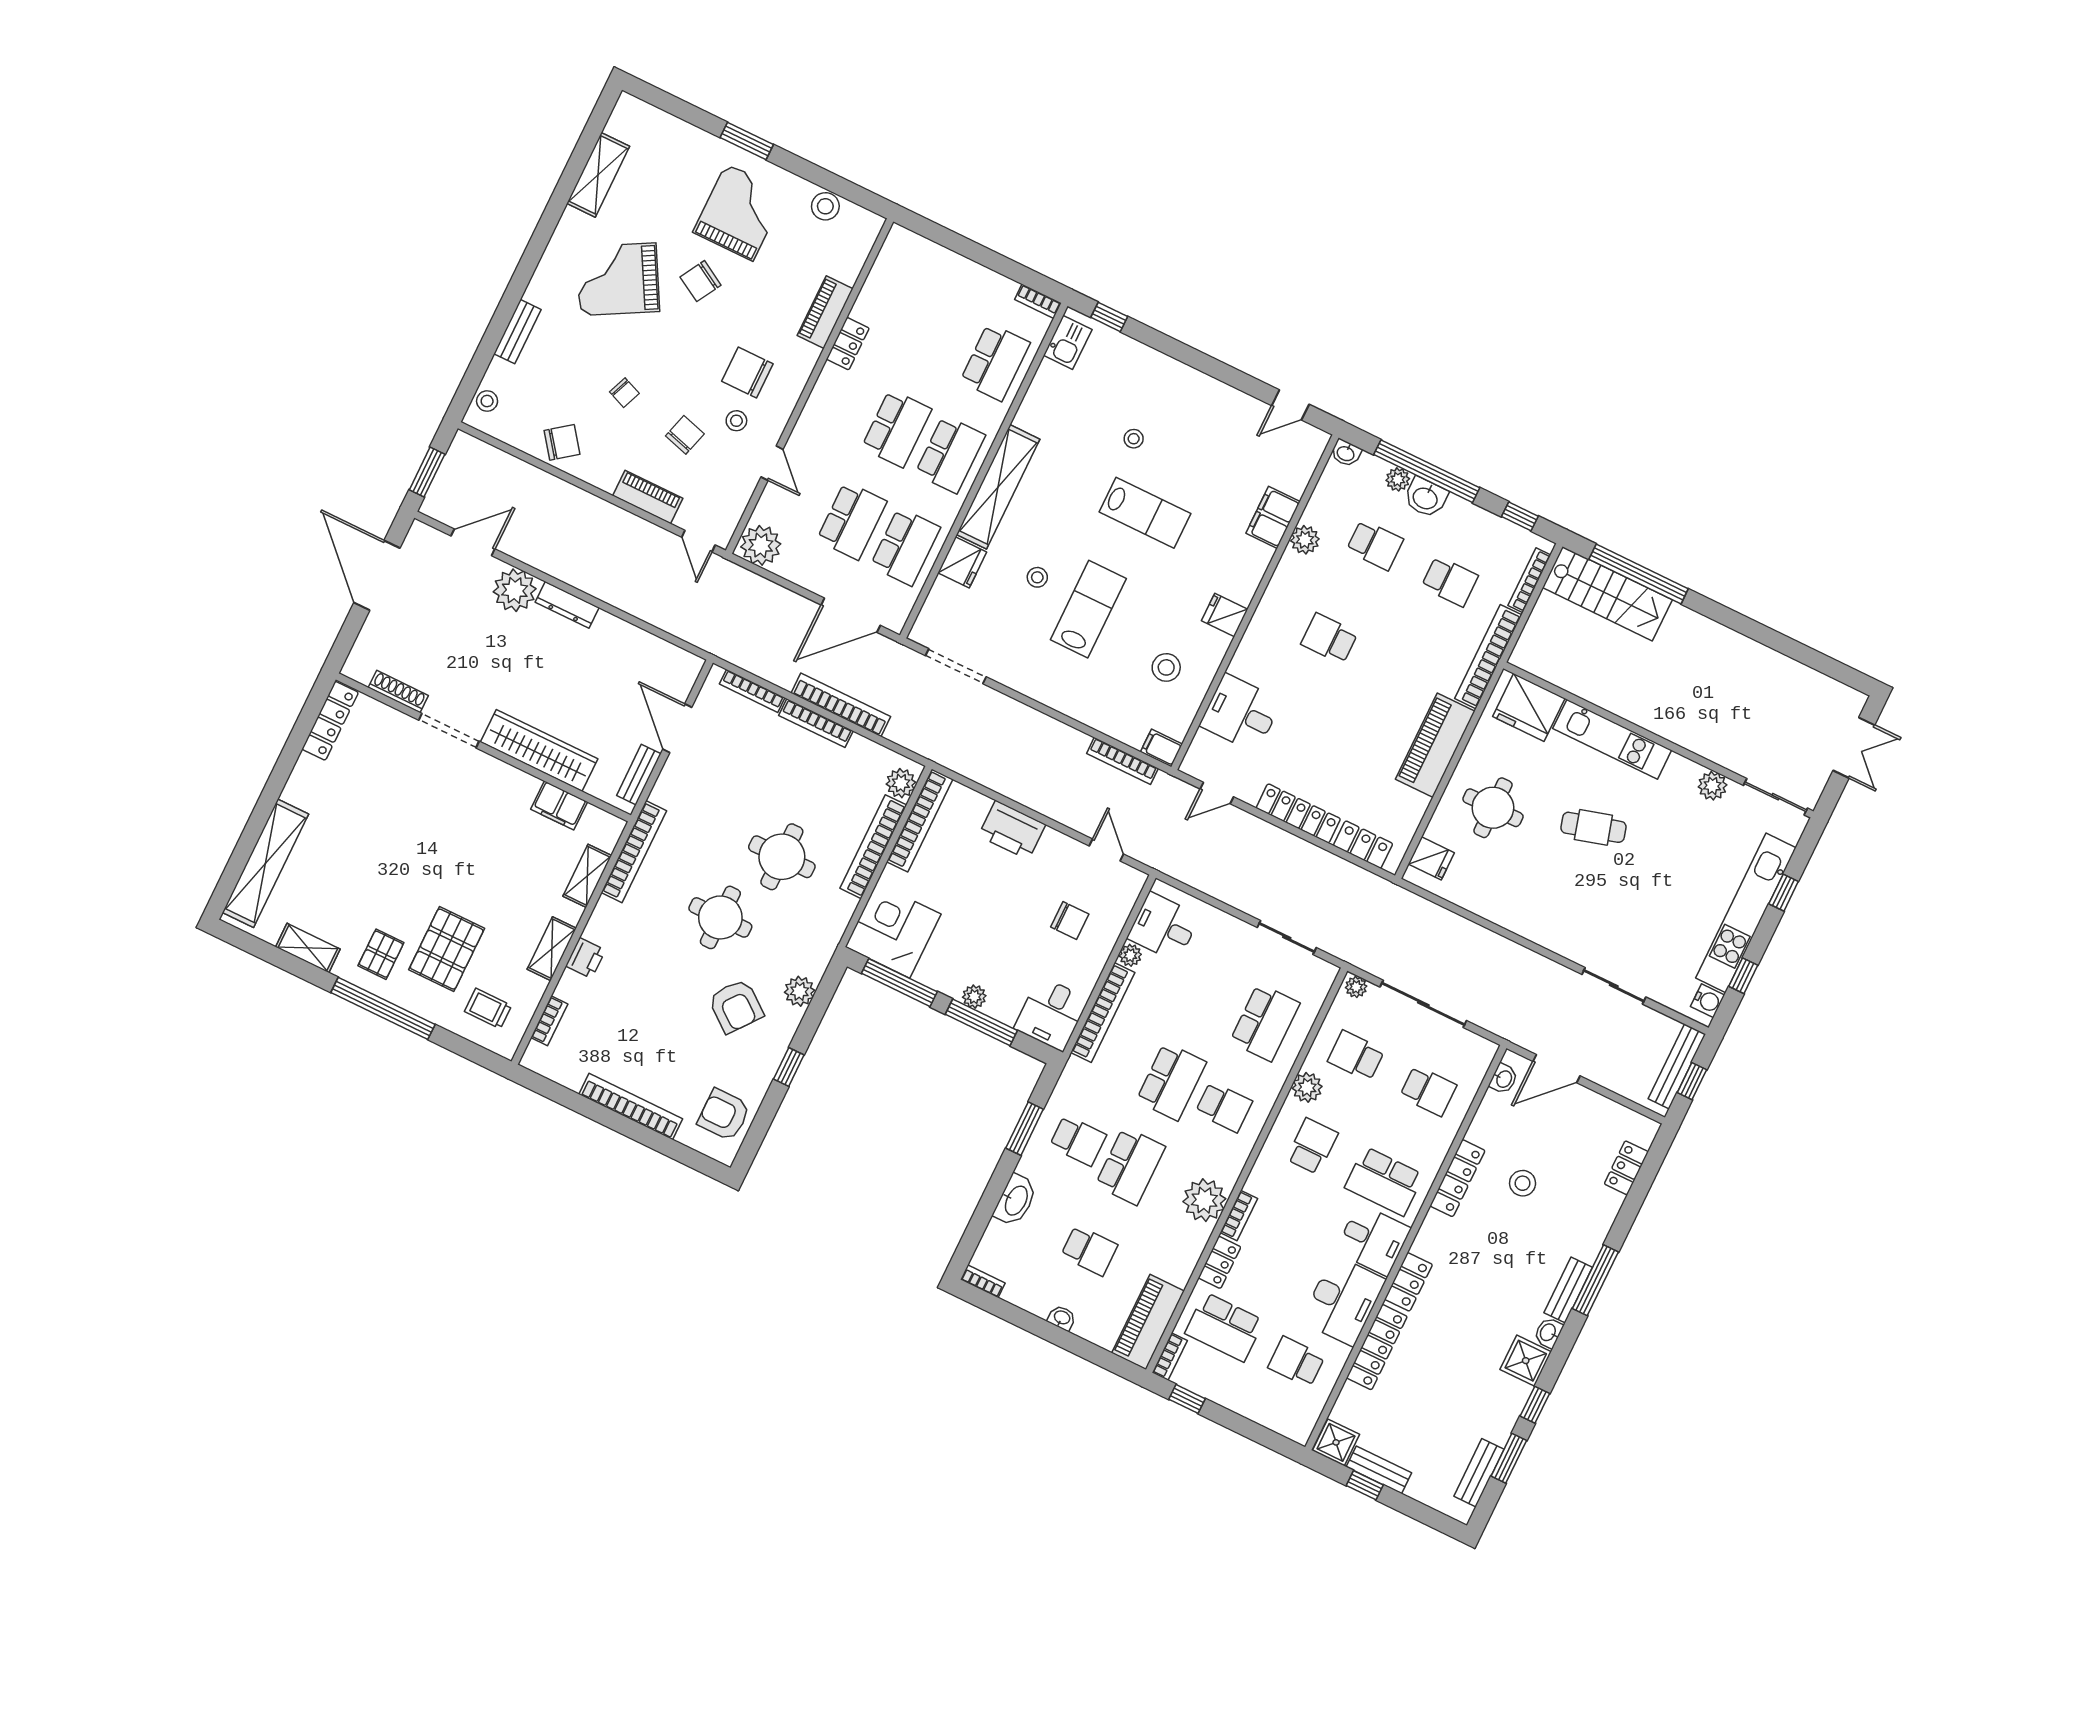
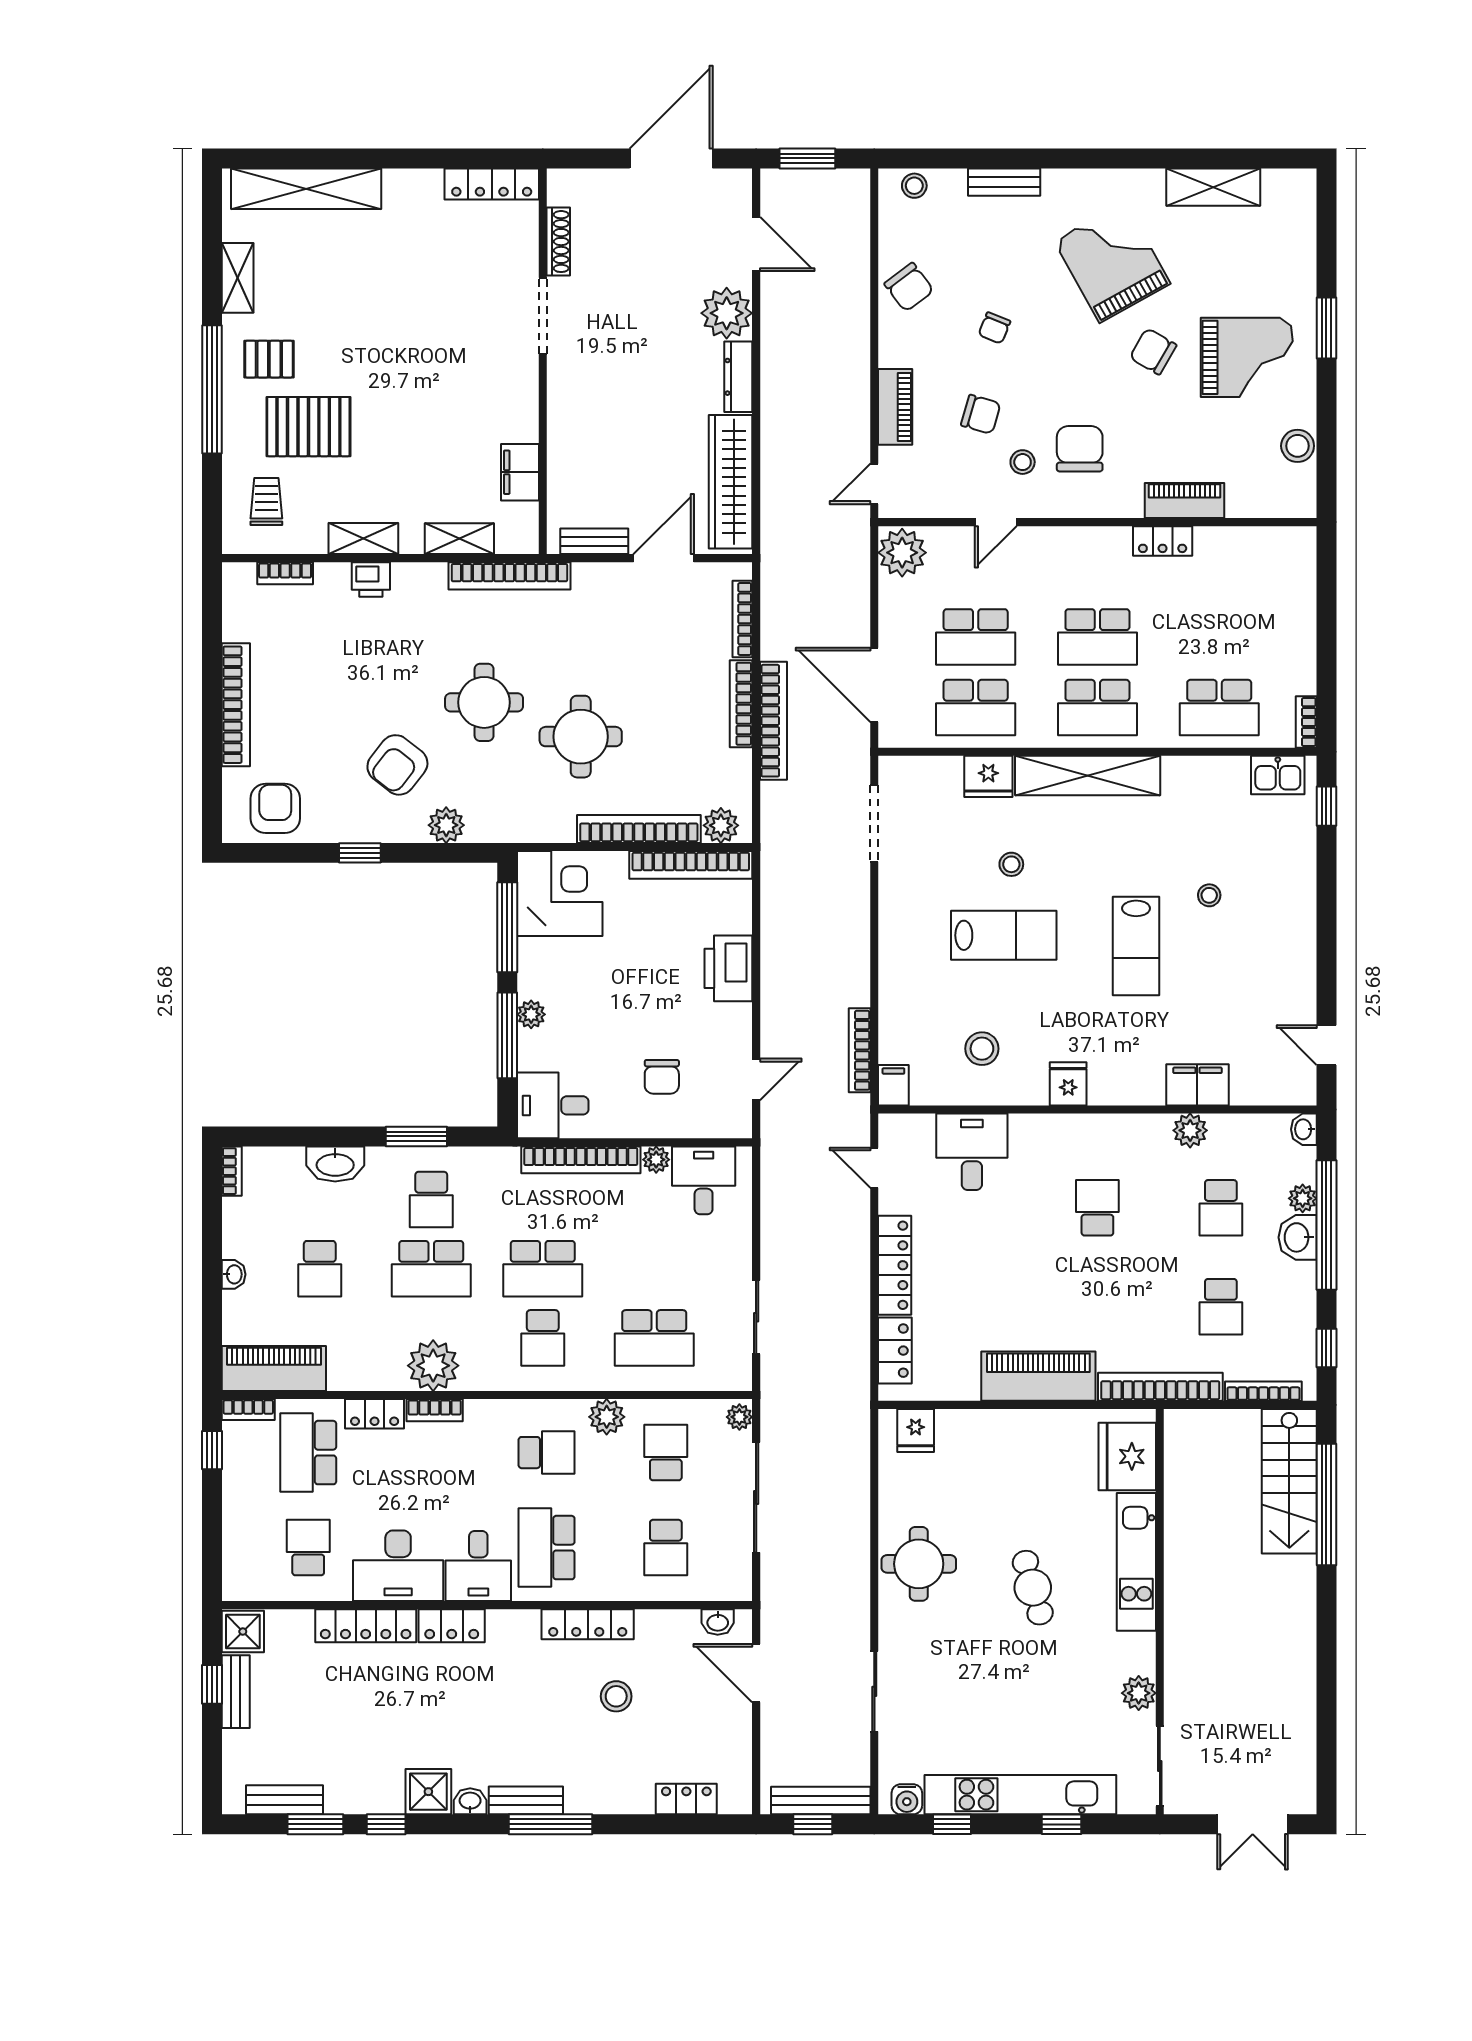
wardrobe: (539, 750) -> (731, 482), moved, turned 180
round table: (1493, 808) -> (919, 1564), moved

